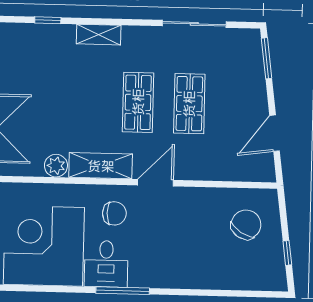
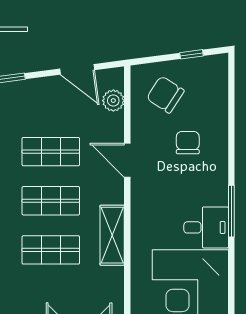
shop shelf: (87, 101) -> (51, 250), added
plant: (56, 166) -> (113, 101), moved
door: (155, 183) -> (127, 160), moved
chair: (114, 213) -> (188, 143), moved

